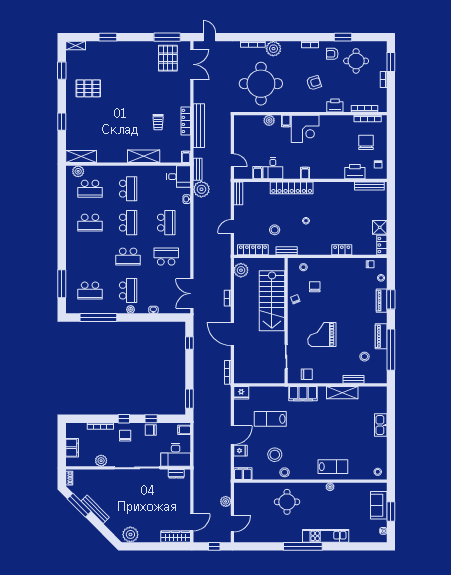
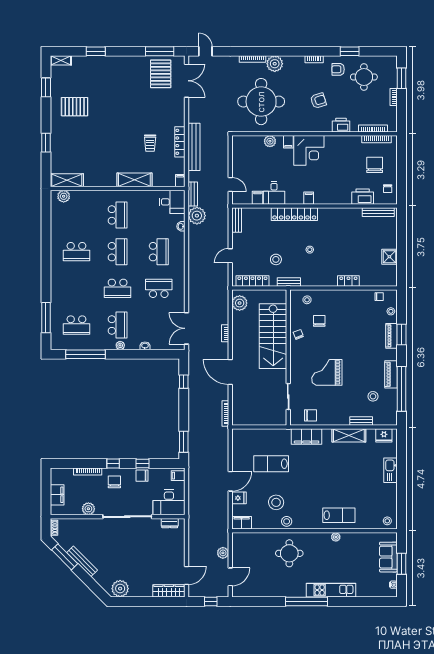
school desk: (90, 189) -> (76, 215), removed
locker: (382, 245) -> (392, 276), removed
fridge: (241, 393) -> (384, 435), moved

